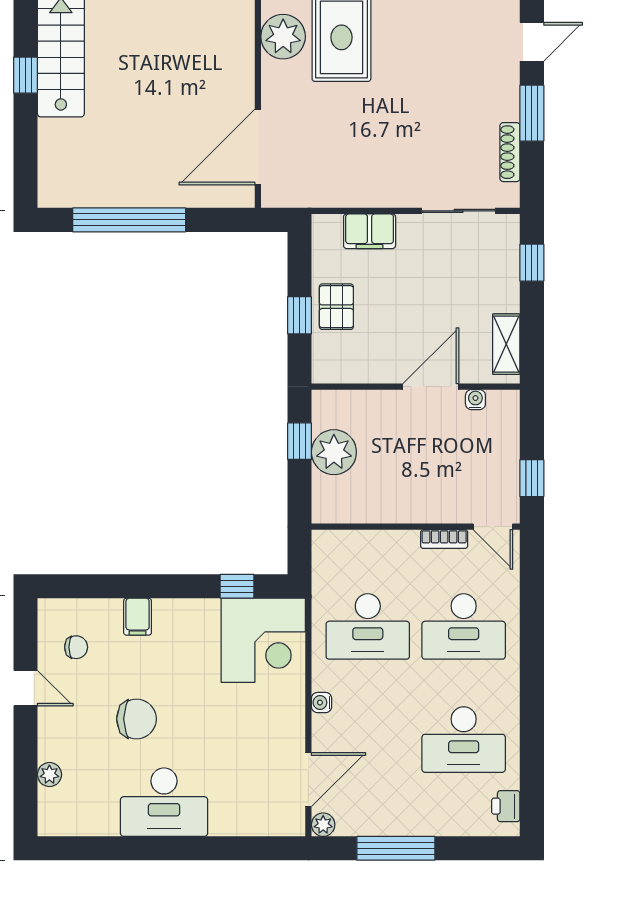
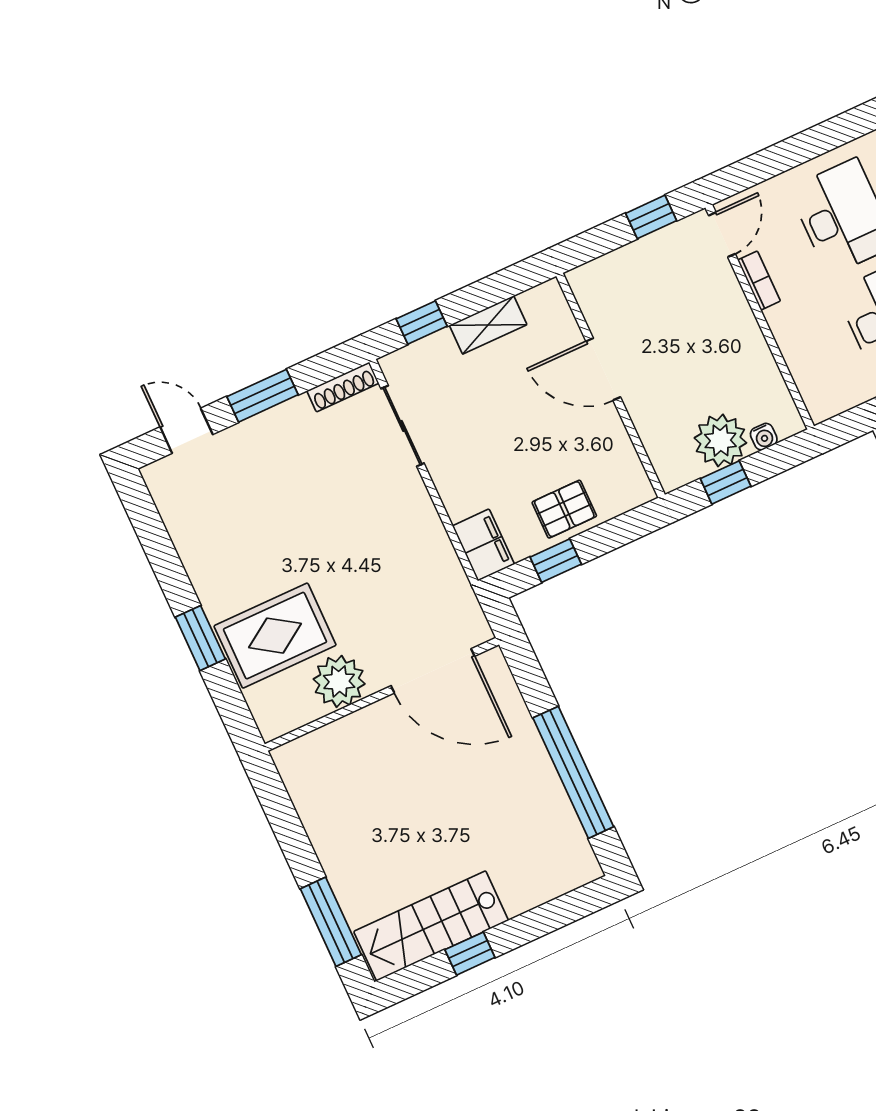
plant: (283, 37) -> (339, 681), moved
shoe rack: (510, 152) -> (343, 387), moved
filing cabinet: (370, 231) -> (483, 545), moved
window: (300, 315) -> (556, 561), moved
shelving: (506, 344) -> (488, 325), moved
water cooler: (475, 400) -> (764, 437), moved, turned -90

